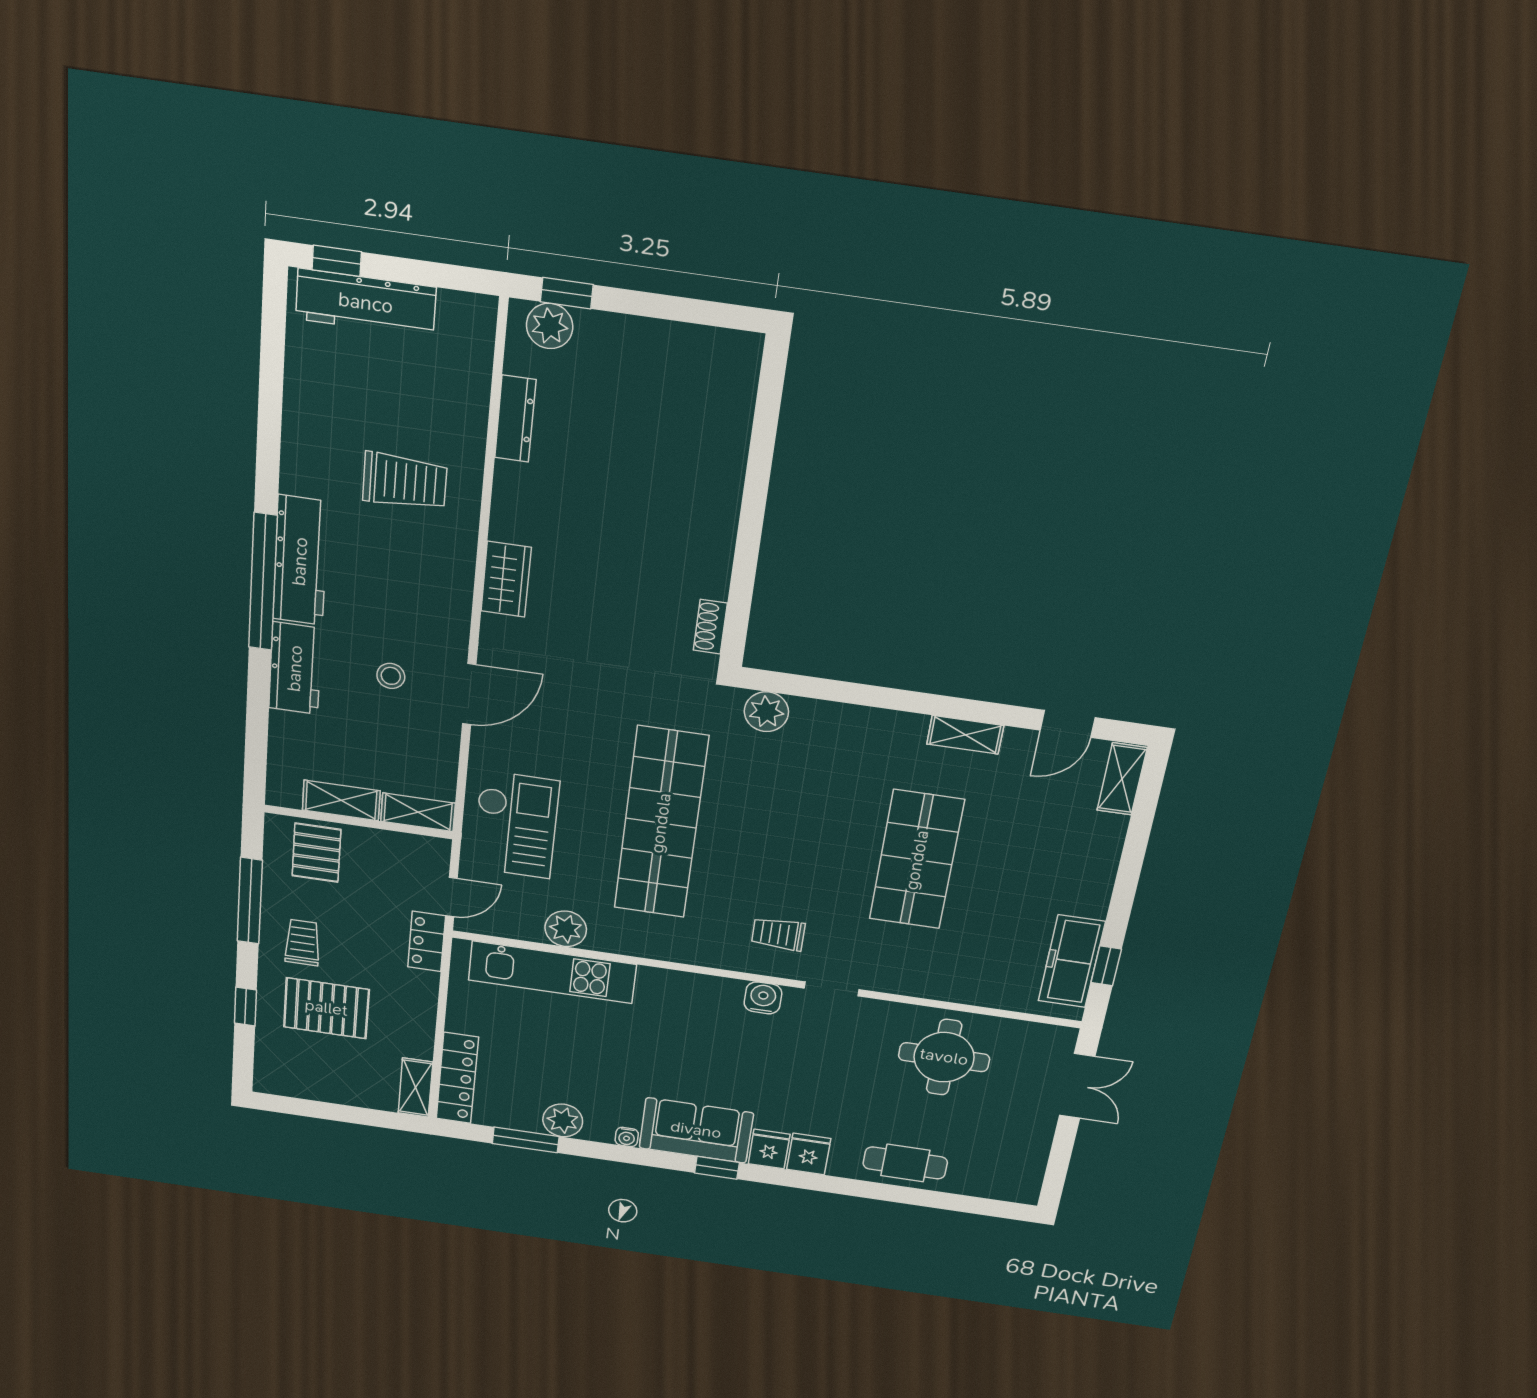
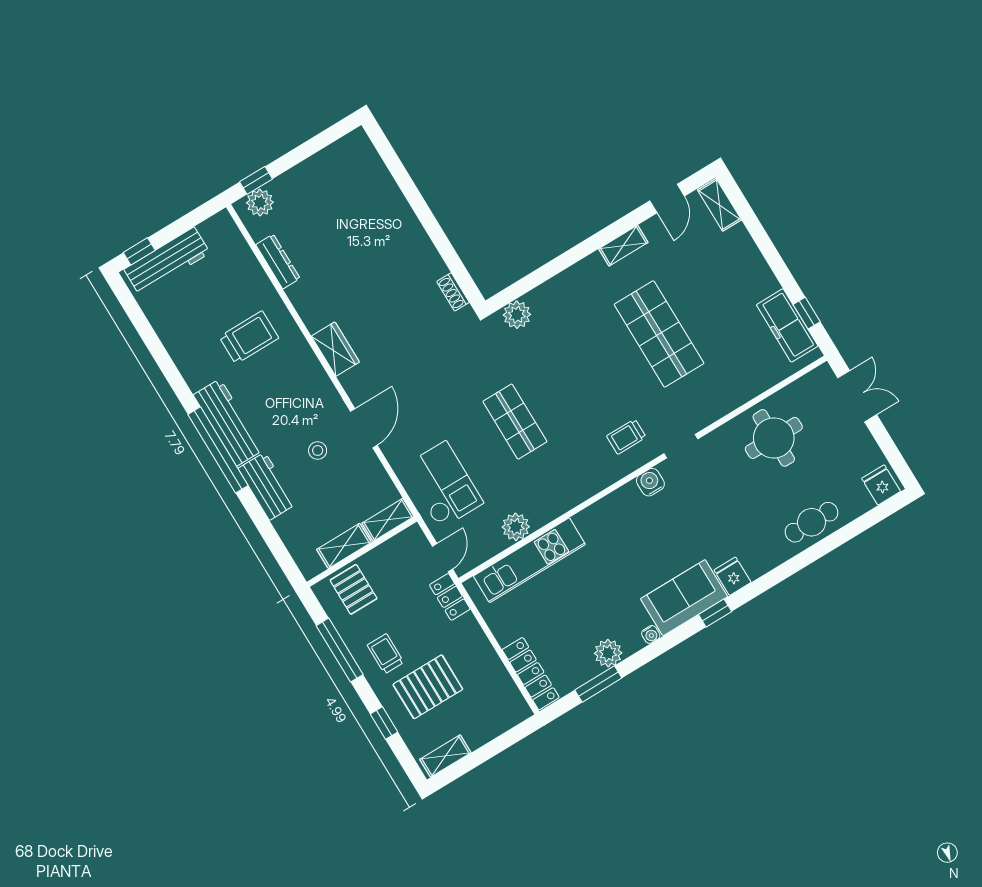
shop shelf: (661, 823) -> (515, 422), width x0.50, depth x0.74
shelving: (415, 1088) -> (445, 756), moved, turned 90
fridge: (809, 1154) -> (881, 485), moved

